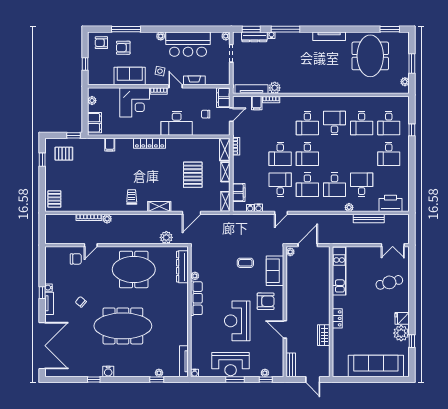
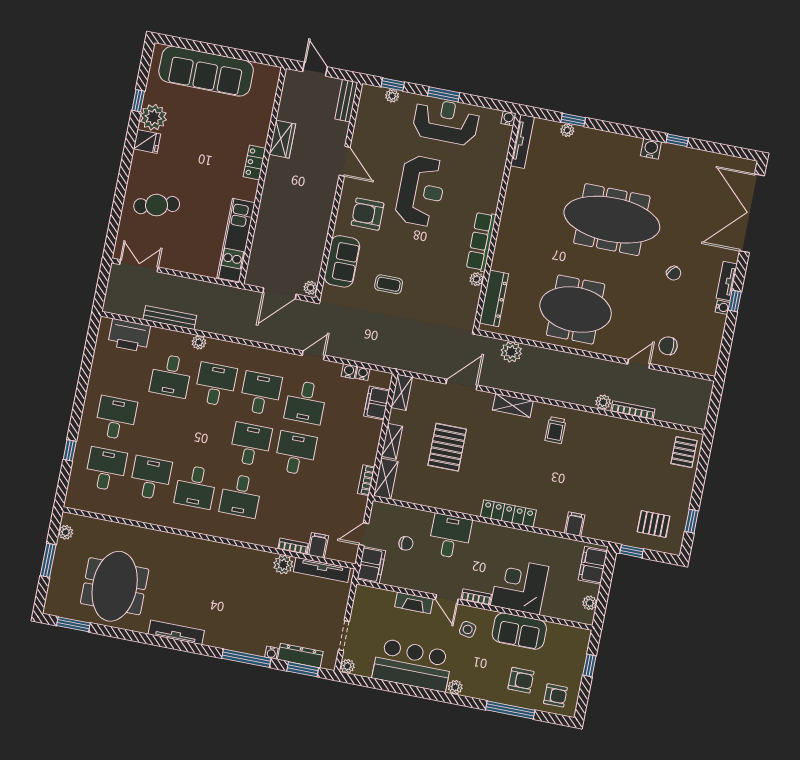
desk: (177, 123) -> (450, 536), width x0.73
desk: (307, 123) -> (241, 496), turned 180

